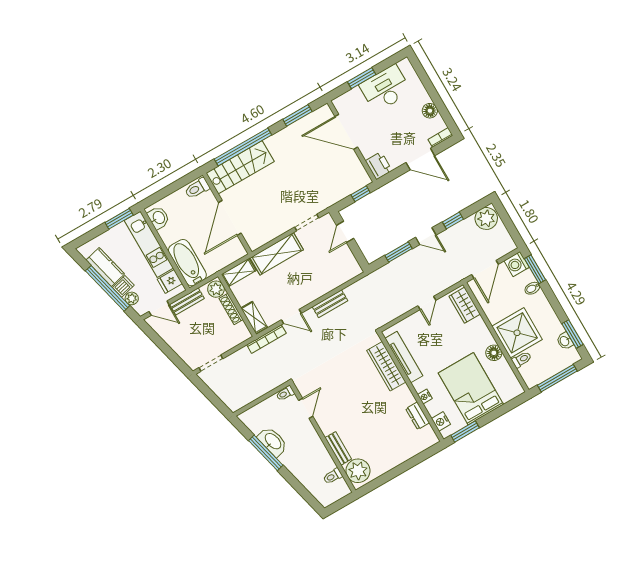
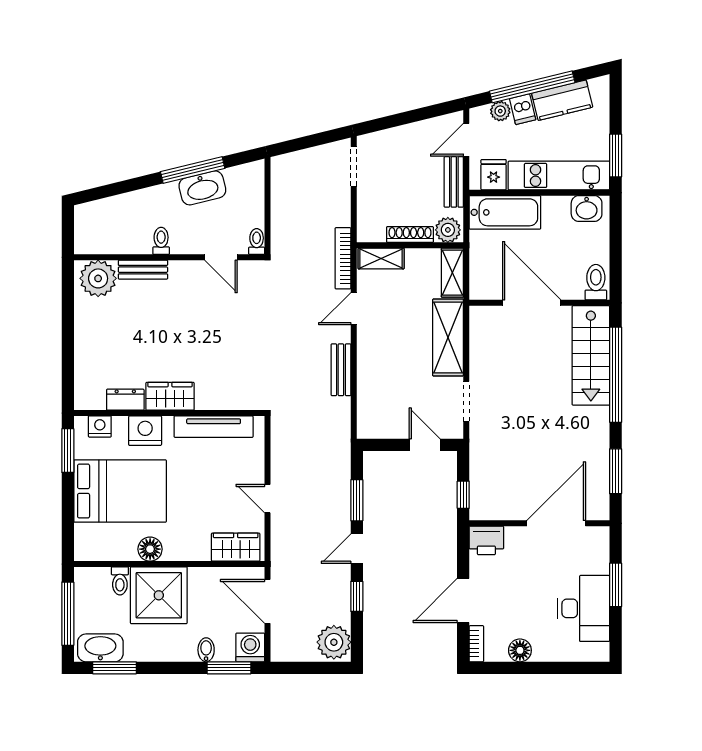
washbasin: (565, 341) -> (100, 648), width x1.91, depth x1.45
wardrobe: (386, 366) -> (170, 396), moved, width x0.67
nightstand: (425, 397) -> (145, 431), width x1.89, depth x1.79
toilet: (333, 476) -> (161, 241), moved

